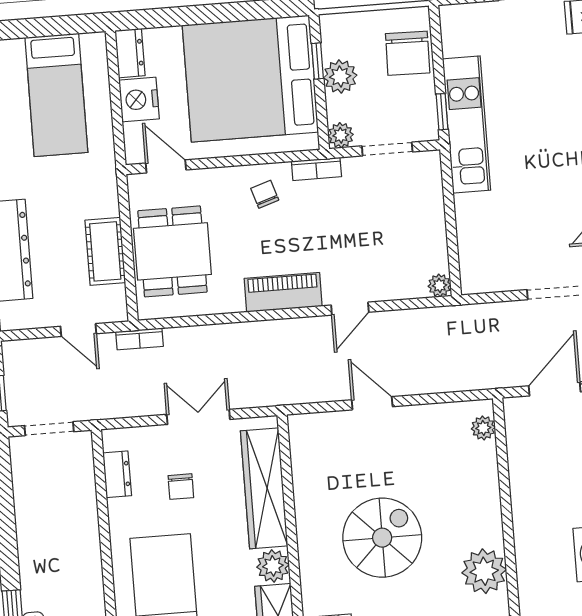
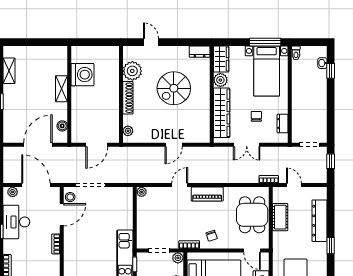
door: (372, 403) -> (174, 145), hinge flipped
shoe rack: (490, 507) -> (128, 98), added

